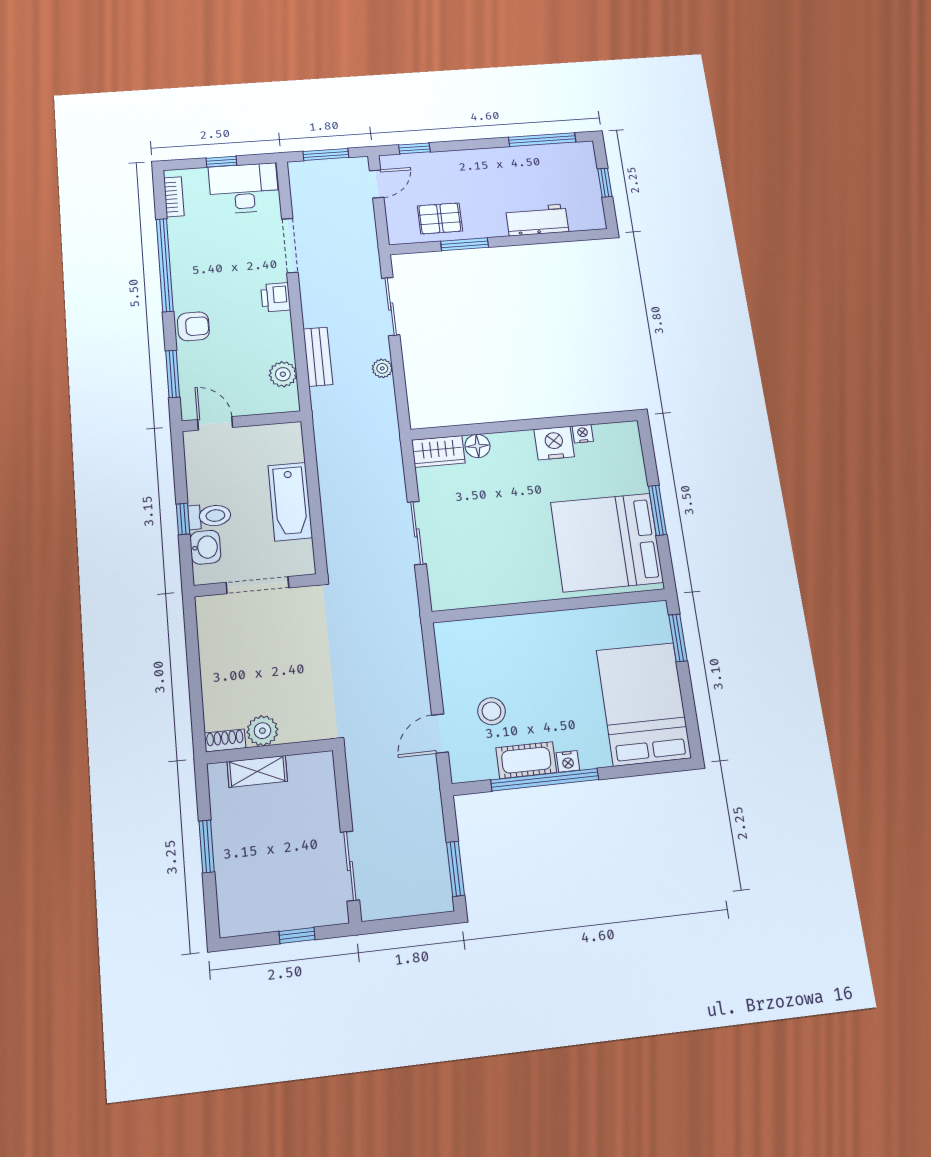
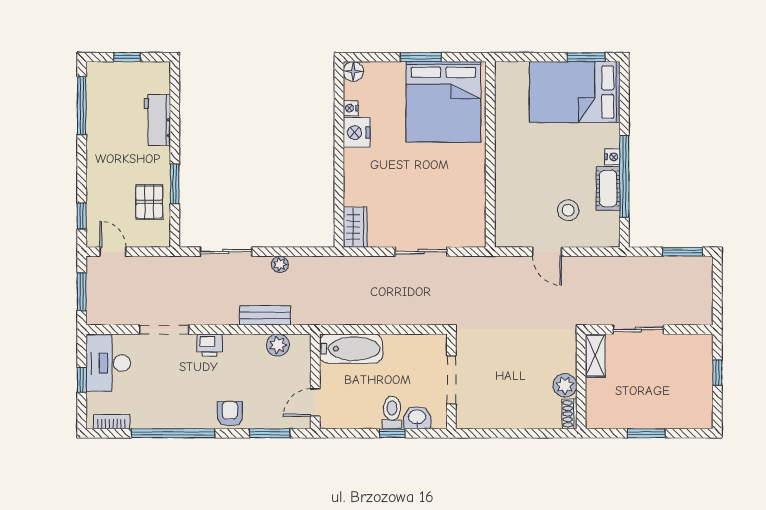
floor lamp: (477, 446) -> (353, 71), moved
bathtub: (290, 502) -> (351, 349), moved
window: (678, 638) -> (586, 57), moved
door: (440, 734) -> (547, 252), moved
shelving: (257, 771) -> (595, 356), moved
sliding door: (350, 866) -> (638, 329), moved

